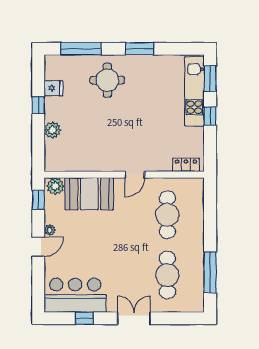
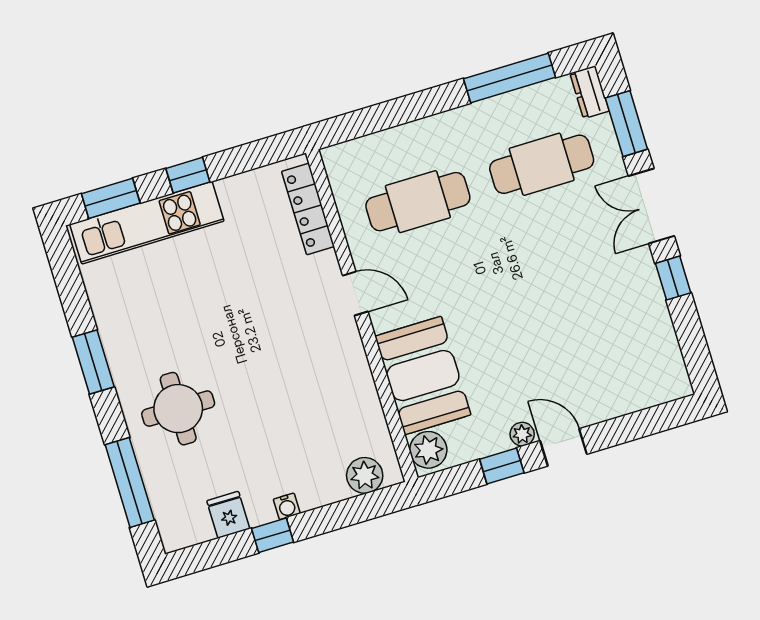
water cooler: (49, 115) -> (287, 506), added
plant: (53, 130) -> (365, 475), moved
locker: (186, 165) -> (308, 209), width x1.53
window: (38, 200) -> (502, 466), moved
bar counter: (75, 295) -> (640, 341), removed
dresser: (193, 306) -> (590, 92), added
window: (84, 318) -> (673, 278), moved
window: (174, 318) -> (626, 124), added

